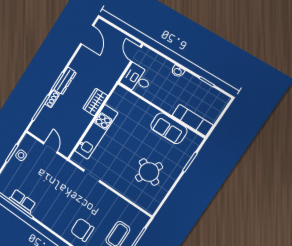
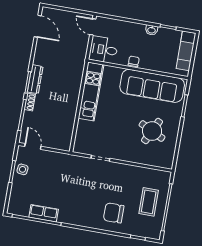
washbasin: (178, 71) -> (152, 30), moved
chair: (160, 101) -> (134, 61), added
wardrobe: (95, 102) -> (74, 87), removed
exam couch: (192, 120) -> (186, 51), moved, turned -90
sofa: (169, 128) -> (152, 86), width x1.85, depth x1.27
kitchen unit: (96, 132) -> (91, 91), moved
door: (51, 148) -> (33, 146), moved

